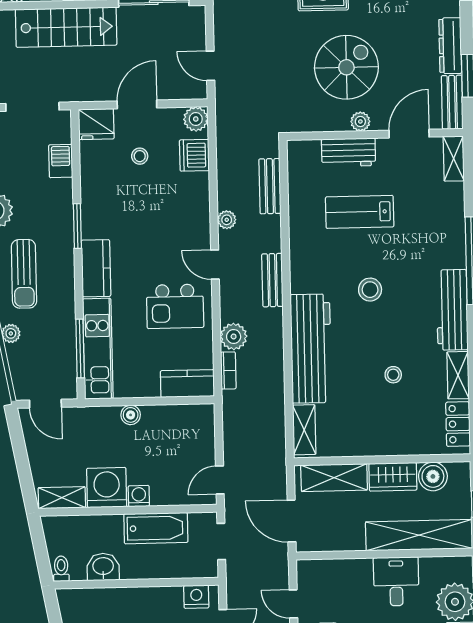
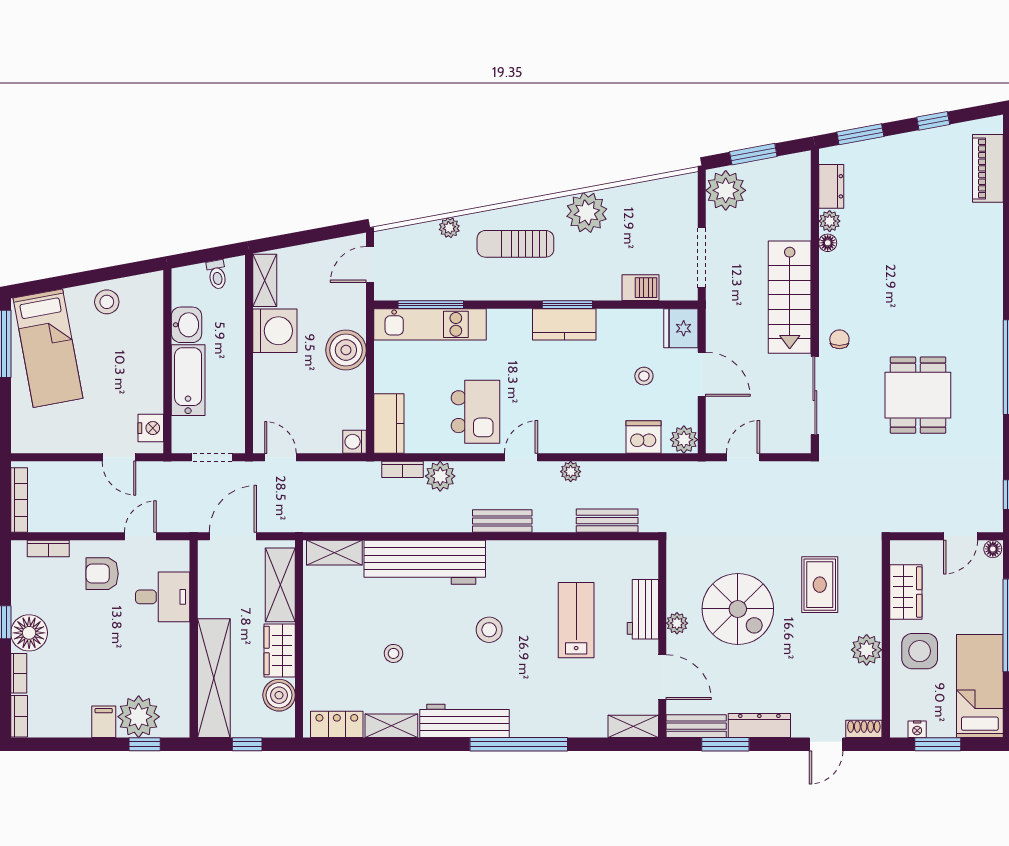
kitchen counter: (96, 268) -> (564, 324), moved
kitchen island: (175, 306) -> (475, 412), turned 180
boiler: (131, 415) -> (346, 350), width x1.86, depth x1.86
washing machine: (139, 496) -> (354, 442), moved, turned 180
bathtub: (156, 528) -> (188, 380), moved, turned 180
toilet: (61, 569) -> (217, 275), moved, turned 80
desk: (396, 581) -> (163, 597), moved

